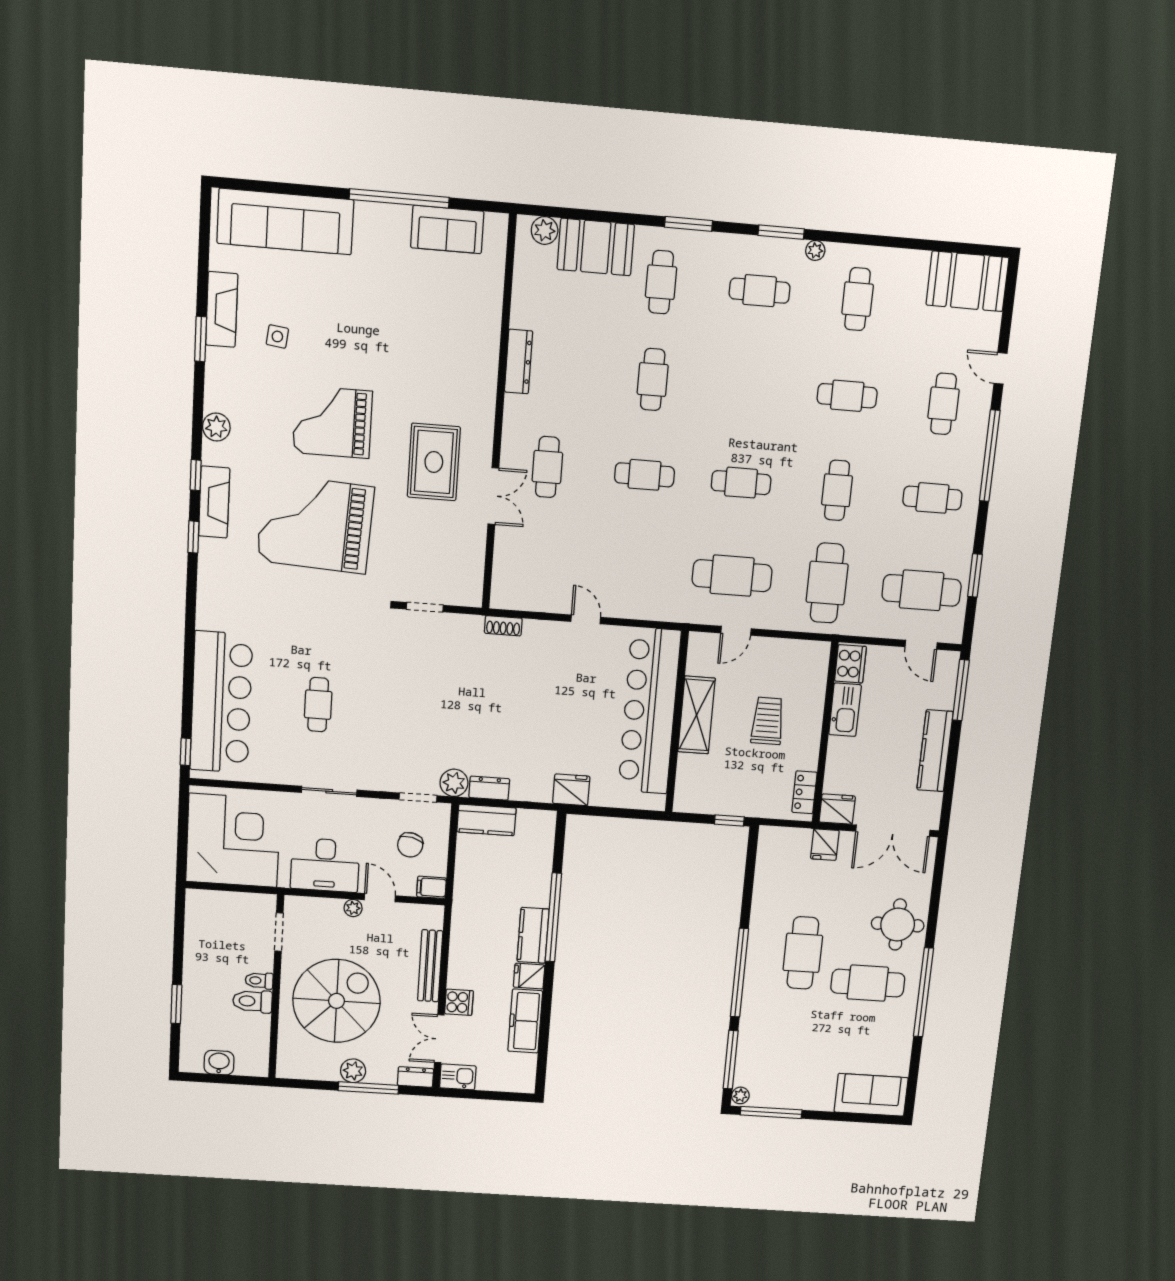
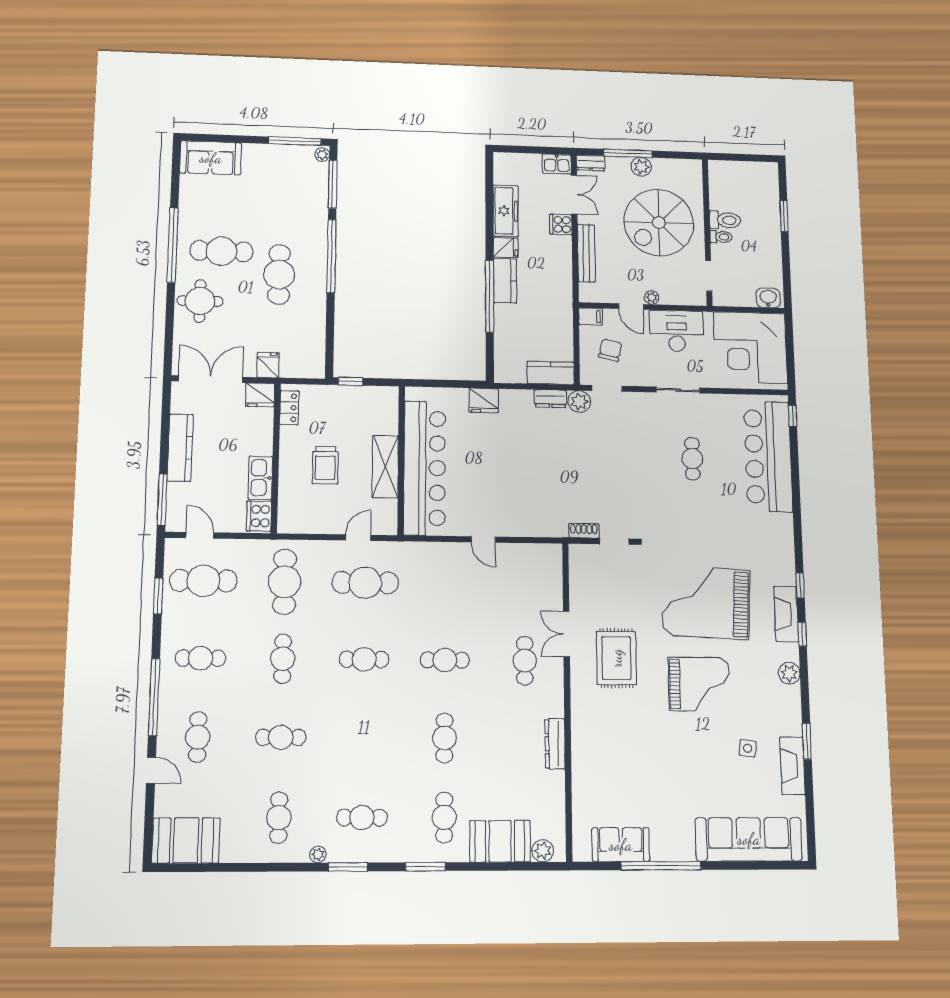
grand piano: (315, 524) -> (706, 602), turned 180
shoe rack: (503, 626) -> (584, 531), moved
washbasin: (219, 1063) -> (768, 298), moved, turned 180

